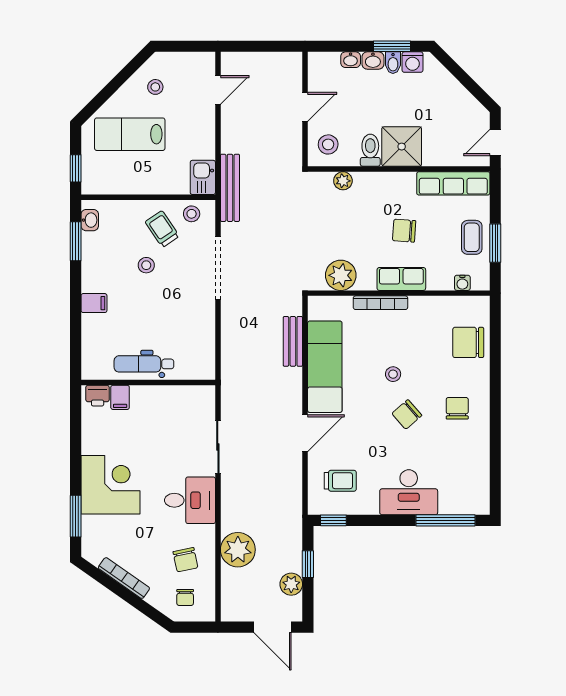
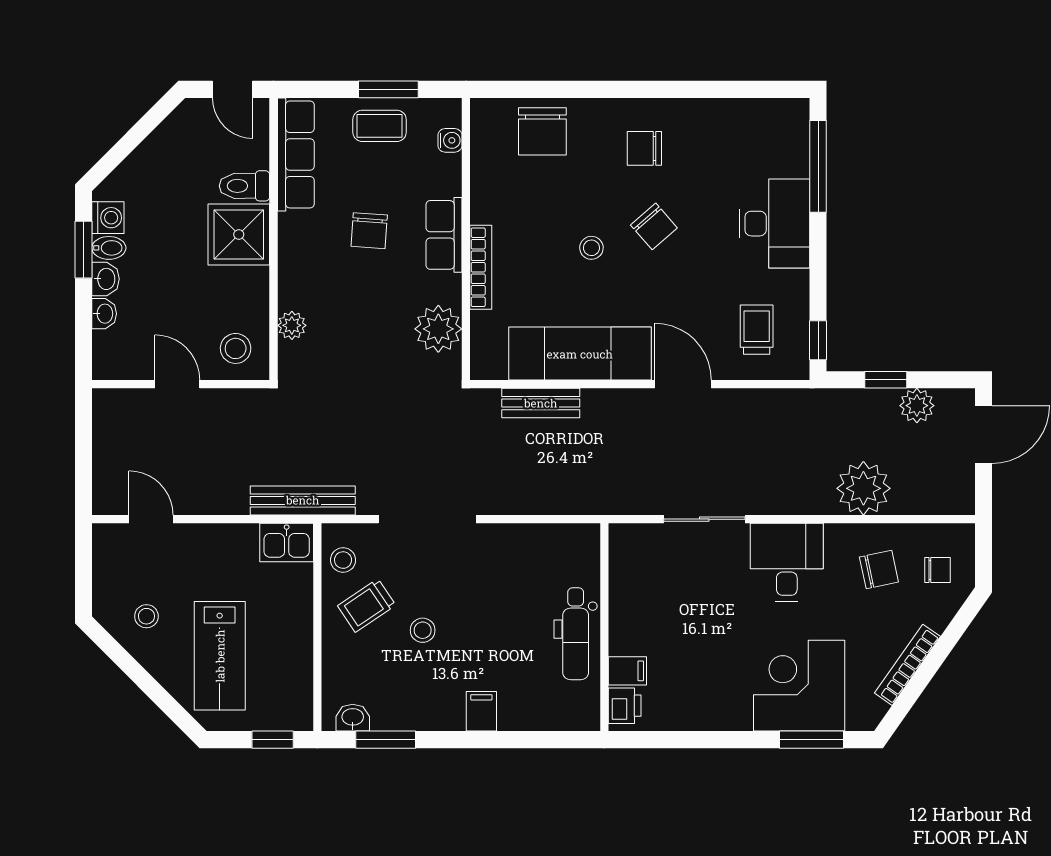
toilet: (370, 150) -> (244, 186), moved
corner desk: (110, 485) -> (799, 686), moved

